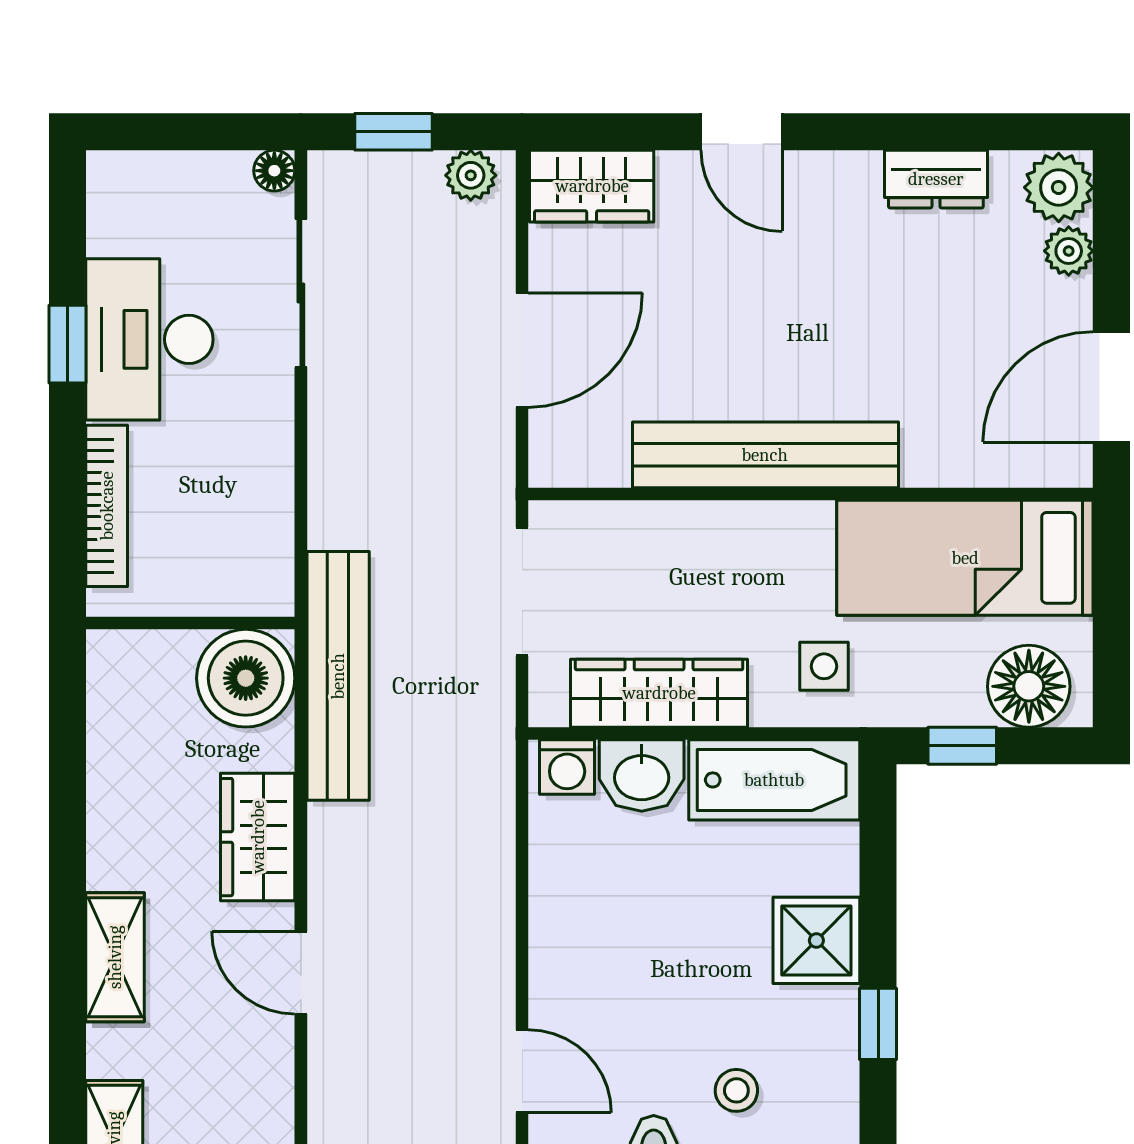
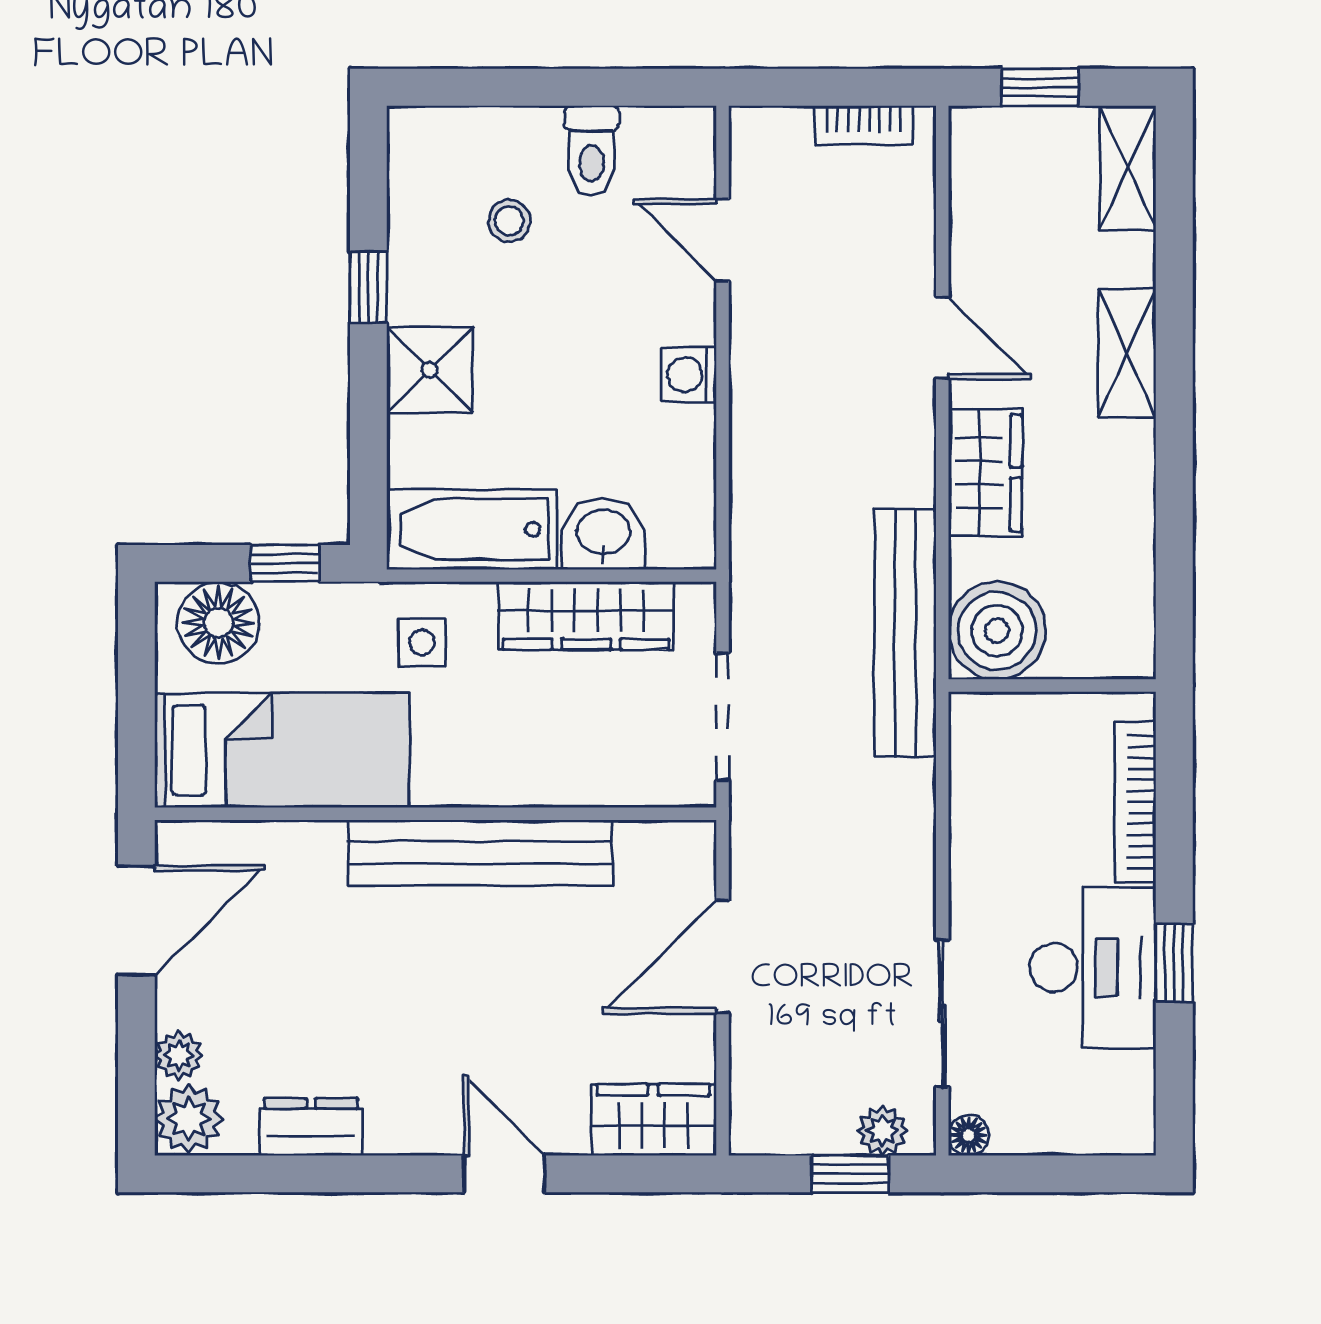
plant: (471, 175) -> (883, 1131), moved
washing machine: (567, 767) -> (689, 375), moved, turned -90

